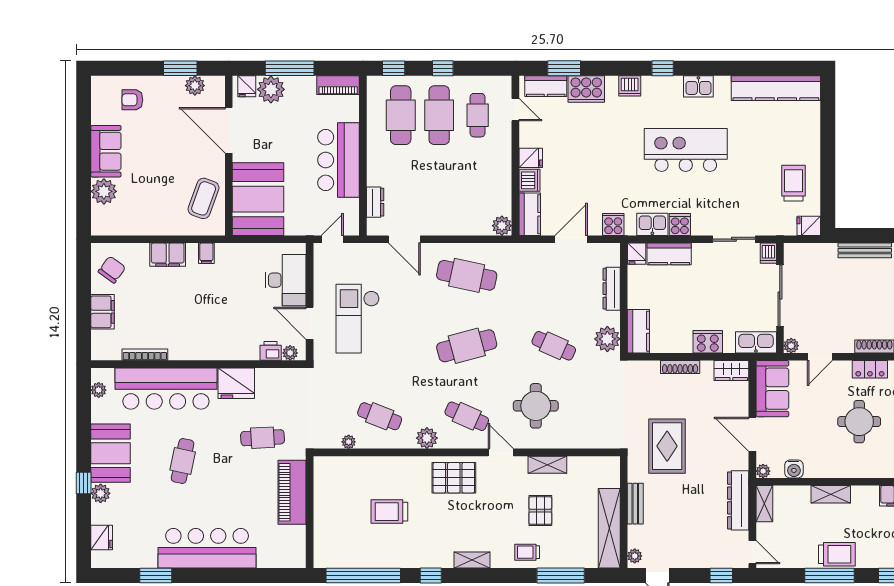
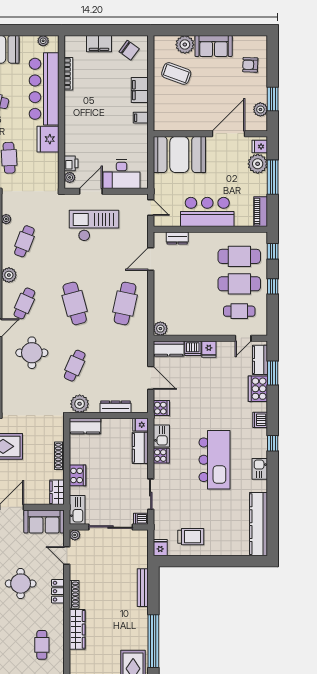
armchair: (132, 100) -> (250, 65), turned -88
coffee table: (204, 198) -> (176, 74), moved

